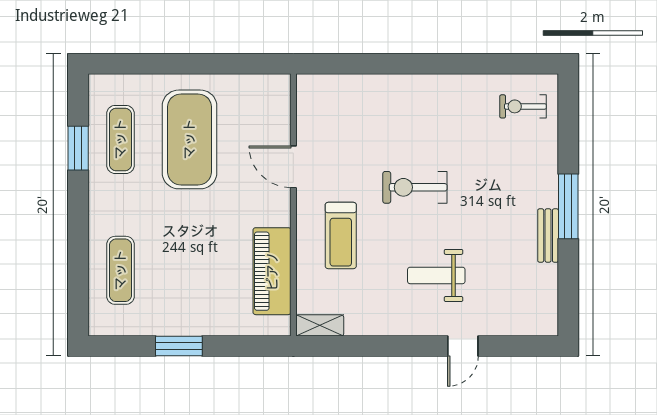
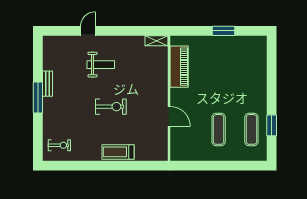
exercise mat: (189, 139) -> (219, 129), width x0.50, depth x0.69
treadmill: (341, 235) -> (118, 152), moved, turned -90
exercise mat: (120, 270) -> (251, 67), removed

